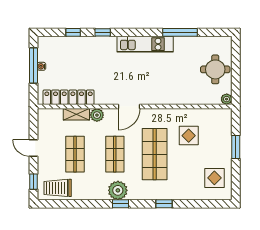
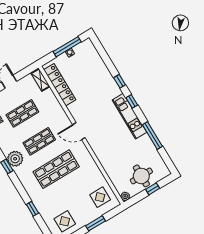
window: (73, 32) -> (132, 101), moved
window: (236, 66) -> (153, 189), added
shelving: (76, 114) -> (40, 80), moved
plant: (97, 115) -> (59, 112), removed
display table: (189, 136) -> (100, 197), moved
window: (164, 204) -> (32, 209), moved

